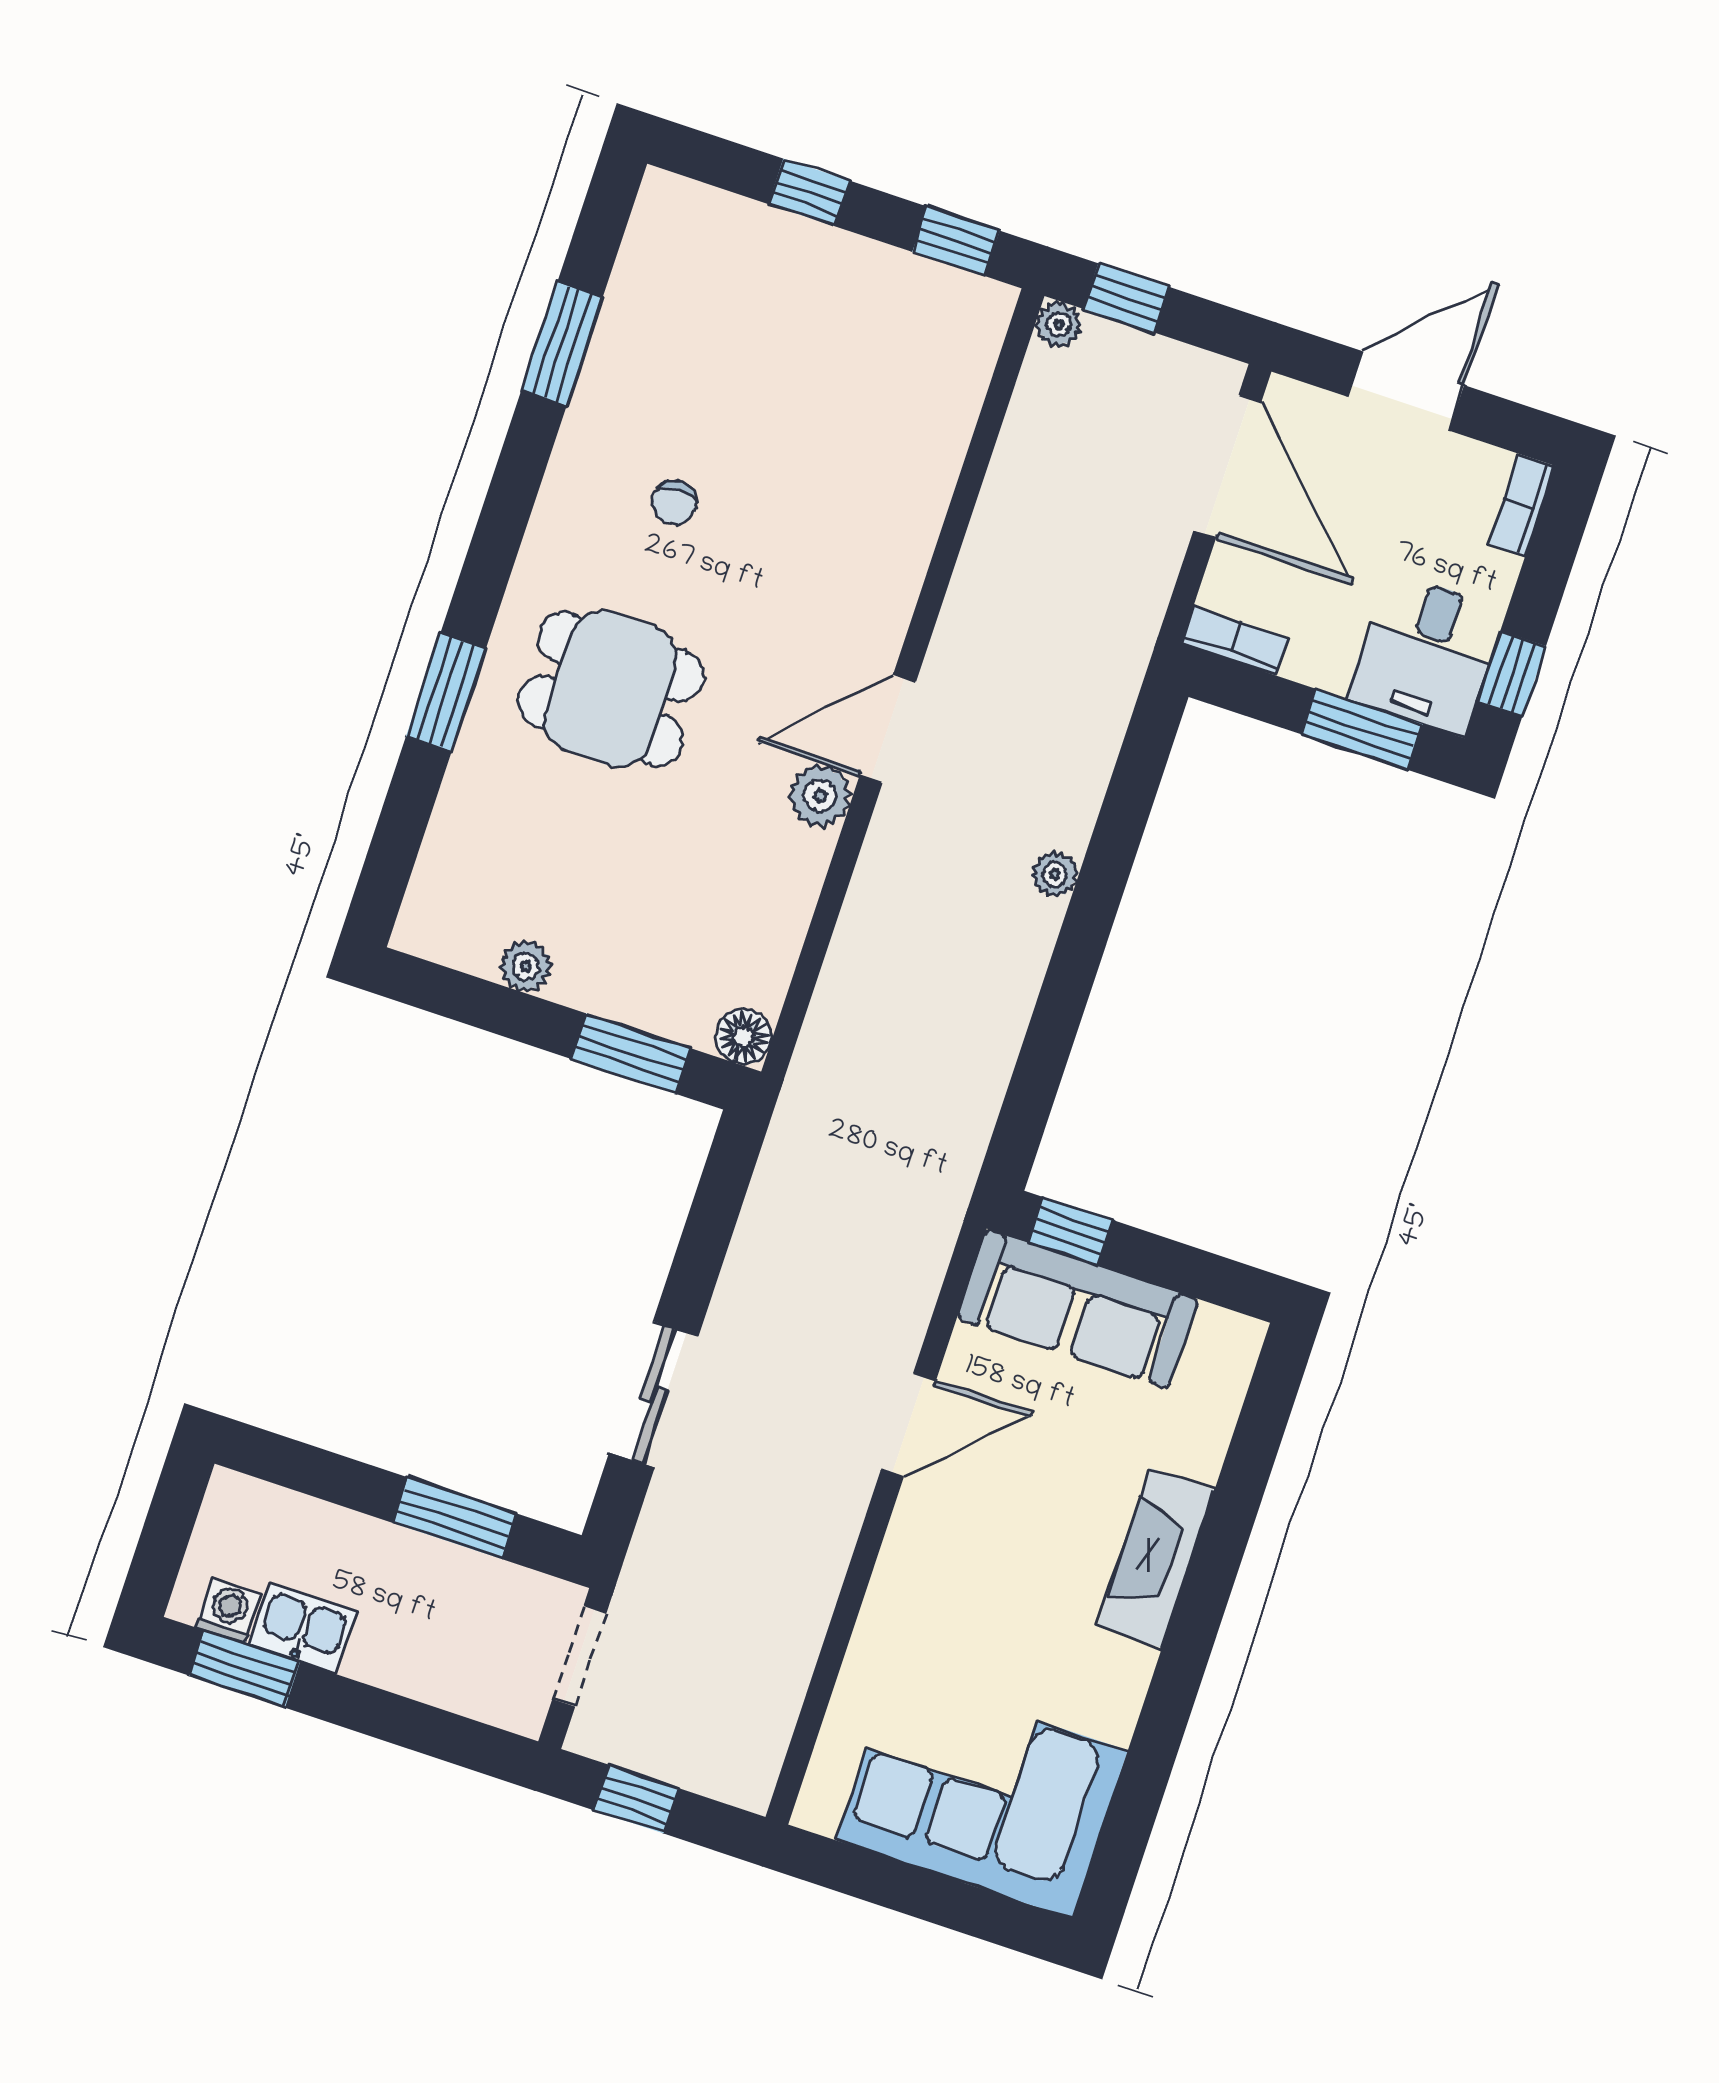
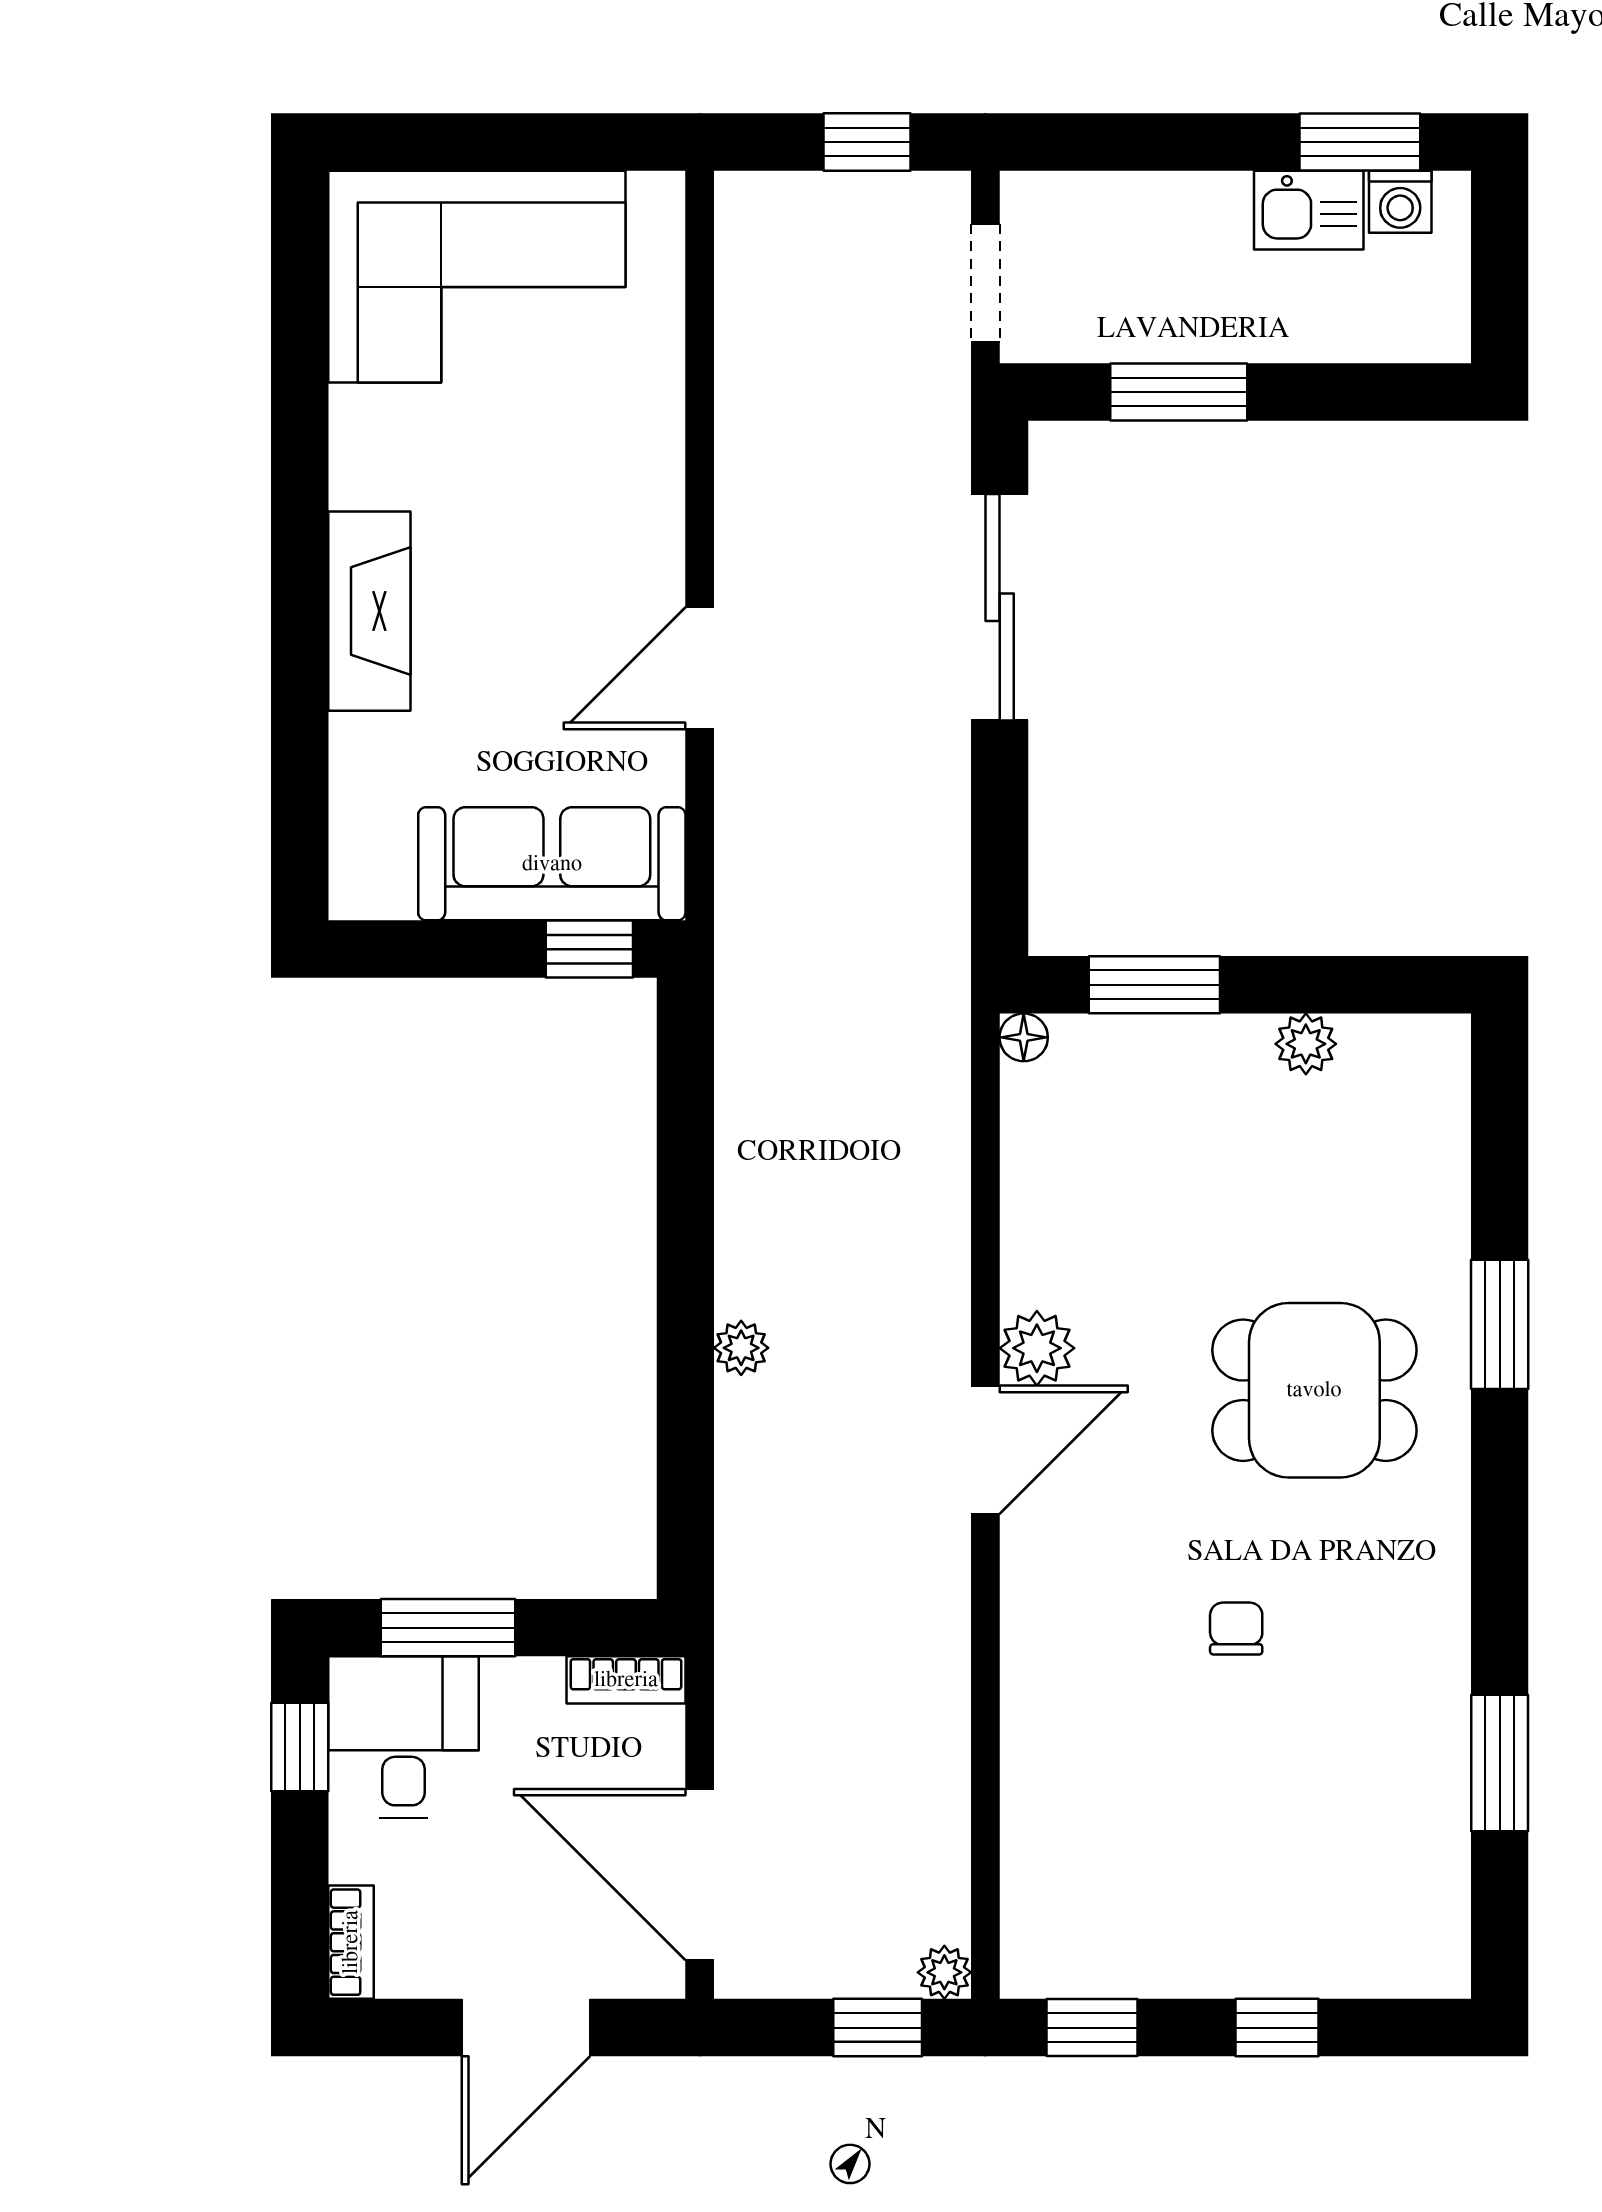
chair: (674, 503) -> (1236, 1628), moved
floor lamp: (744, 1037) -> (1024, 1037), width x0.73, depth x0.73
sliding door: (654, 1394) -> (1000, 607), width x1.37

